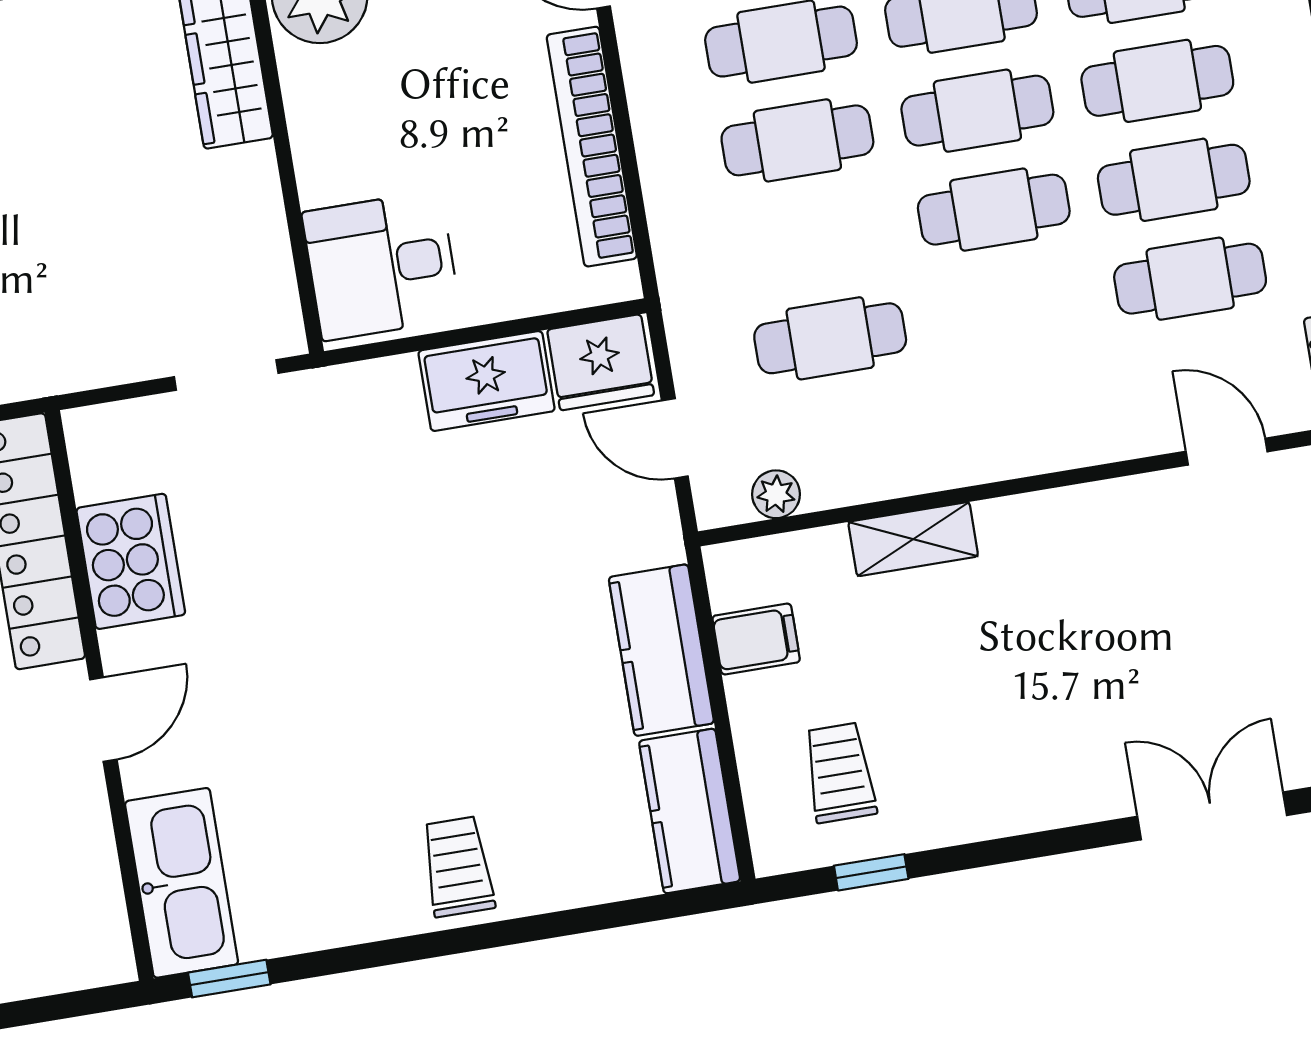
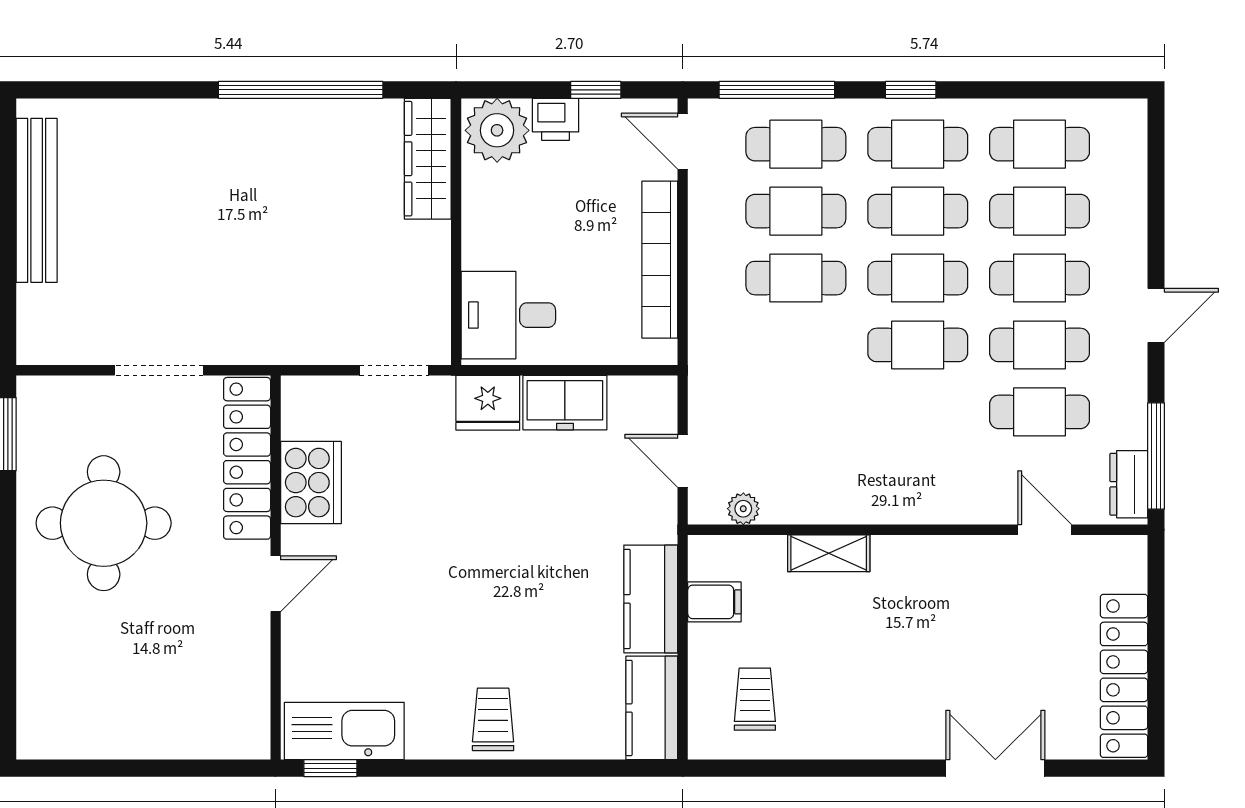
cafe table: (830, 338) -> (796, 412), removed
fridge: (601, 362) -> (488, 403), moved
window: (871, 872) -> (765, 768), removed
kitchen sink: (182, 883) -> (344, 731), moved, turned -90

